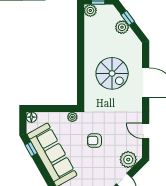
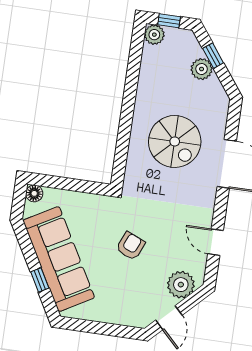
plant: (72, 117) -> (100, 203), removed
armchair: (94, 141) -> (131, 246), turned 113
window: (31, 149) -> (40, 280), moved

